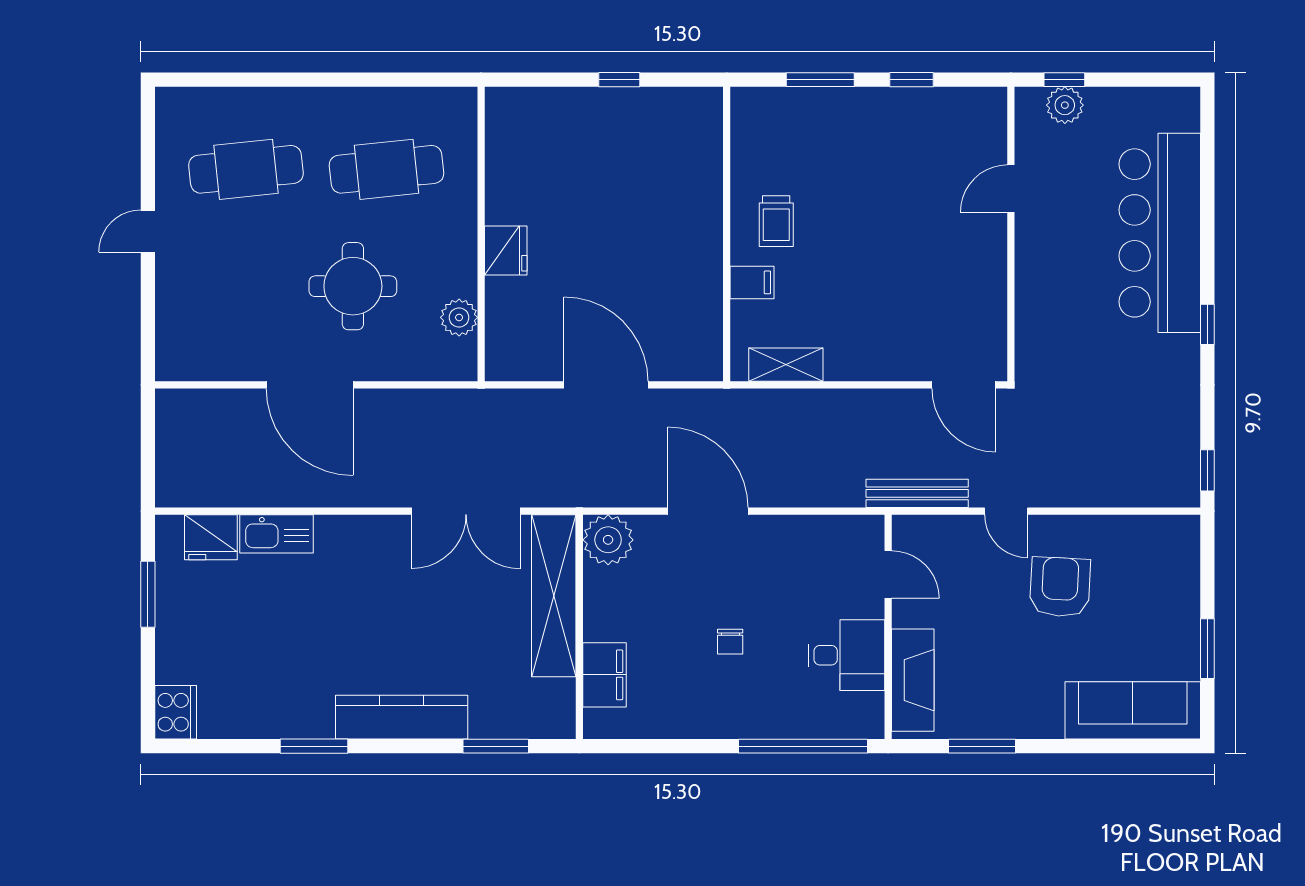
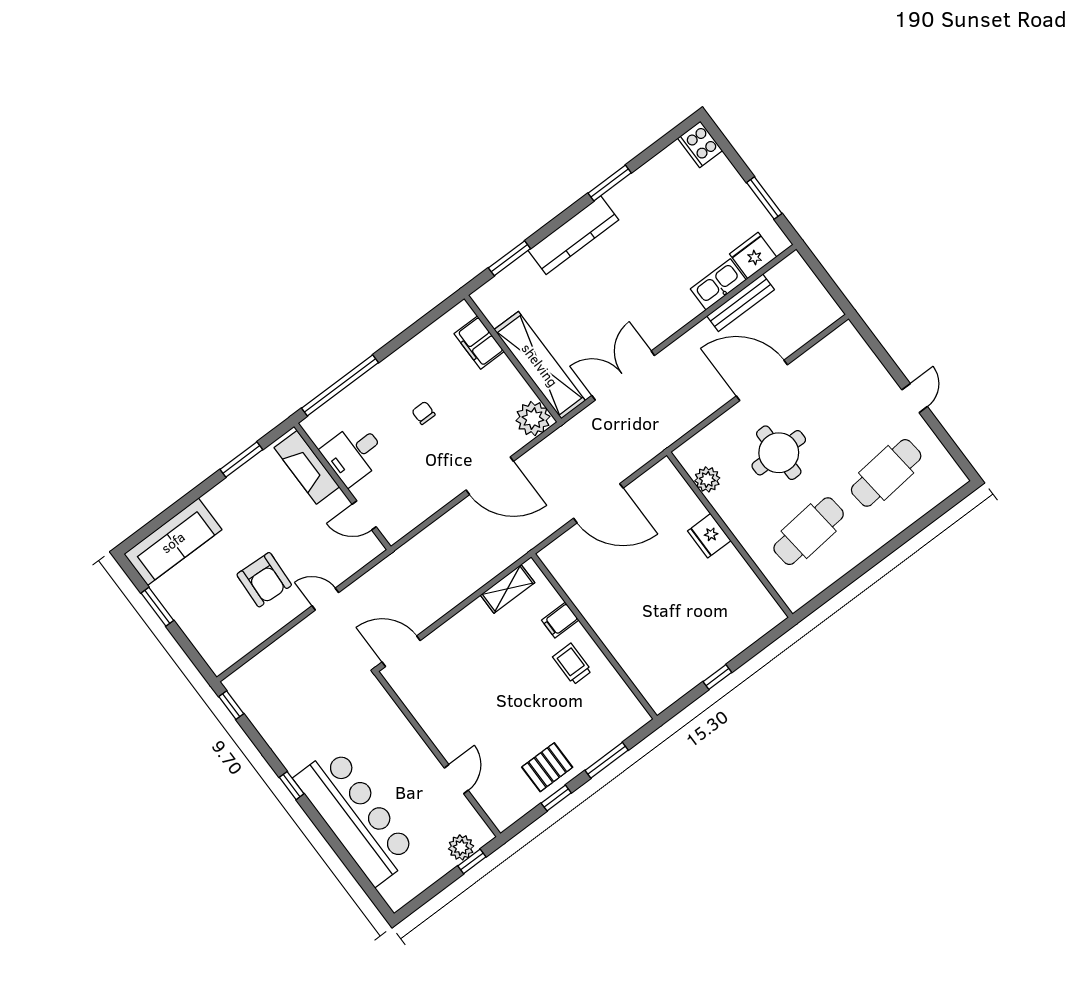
pallet: (895, 123) -> (547, 767), added
bench: (917, 493) -> (741, 303), moved

